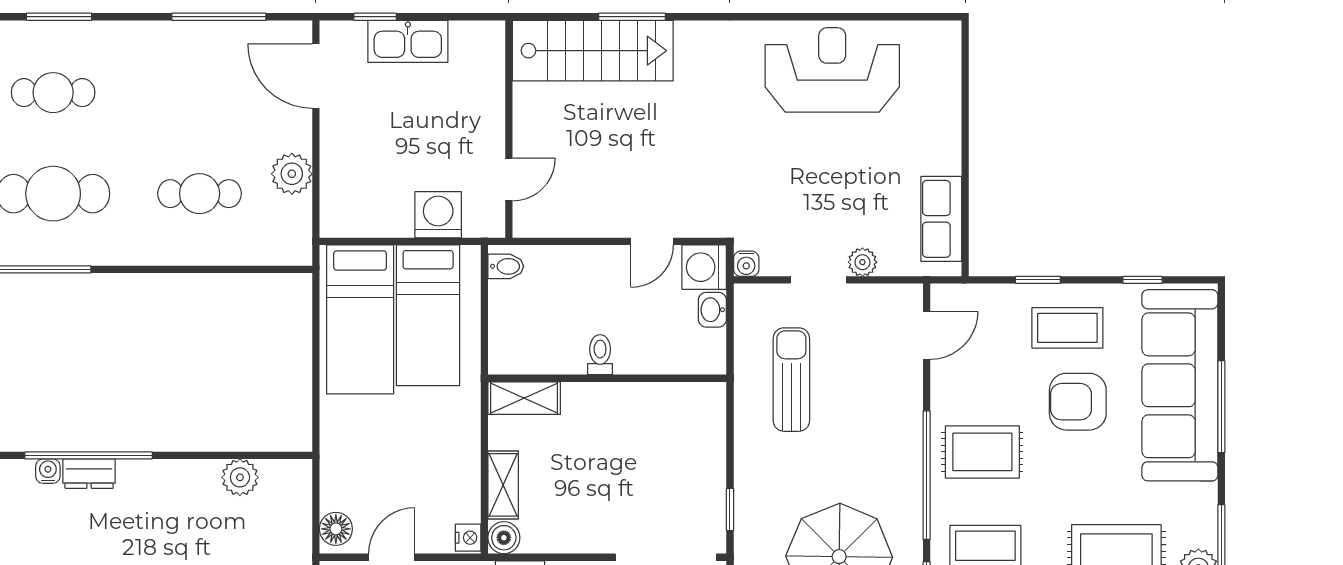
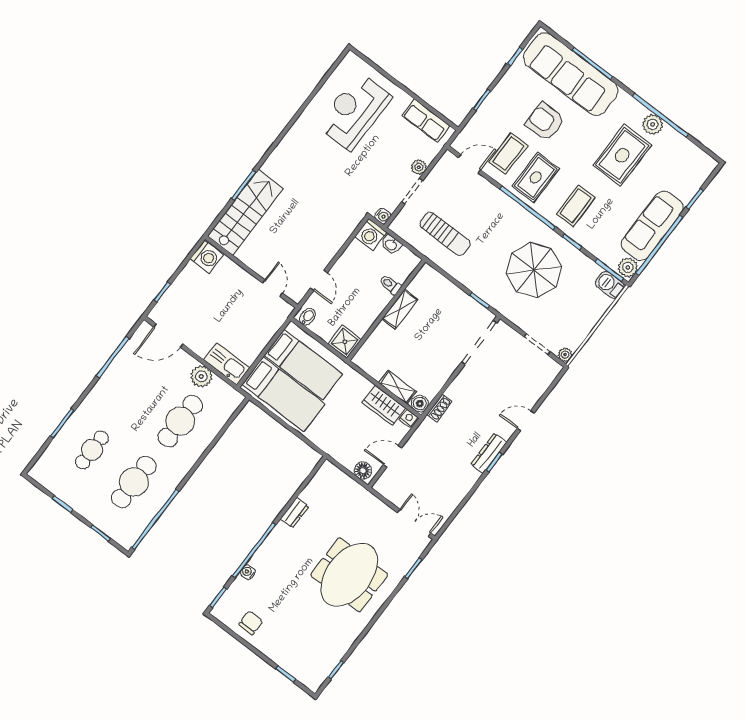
kitchen sink: (408, 41) -> (227, 364), moved, turned -90
reception desk: (832, 70) -> (354, 111), moved
cafe table: (200, 194) -> (180, 421), width x1.37, depth x1.35
washing machine: (438, 215) -> (207, 257), moved, turned 180
door: (652, 241) -> (319, 280), moved
coffee table: (1067, 328) -> (508, 154), moved
door: (927, 335) -> (470, 164), hinge flipped
shower: (511, 352) -> (345, 342), added
toilet: (600, 355) -> (390, 285), moved
sun lounger: (791, 380) -> (445, 234), turned 180
shelving: (524, 398) -> (400, 309), moved
armchair: (1078, 402) -> (545, 122), turned 90
dresser: (89, 474) -> (295, 513), moved
plant: (240, 477) -> (311, 494), removed
wardrobe: (460, 485) -> (384, 405), added
door: (392, 557) -> (392, 456), hinge flipped

